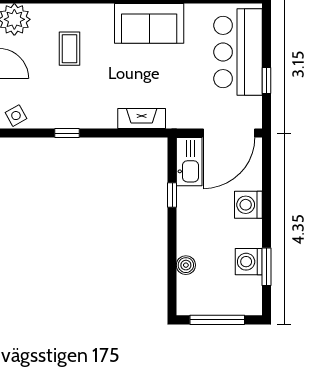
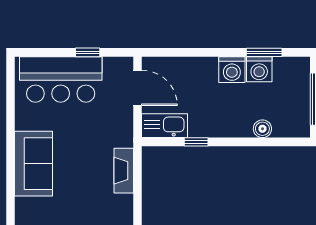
door: (229, 133) -> (137, 88), width x0.73
washing machine: (248, 205) -> (232, 70), moved

